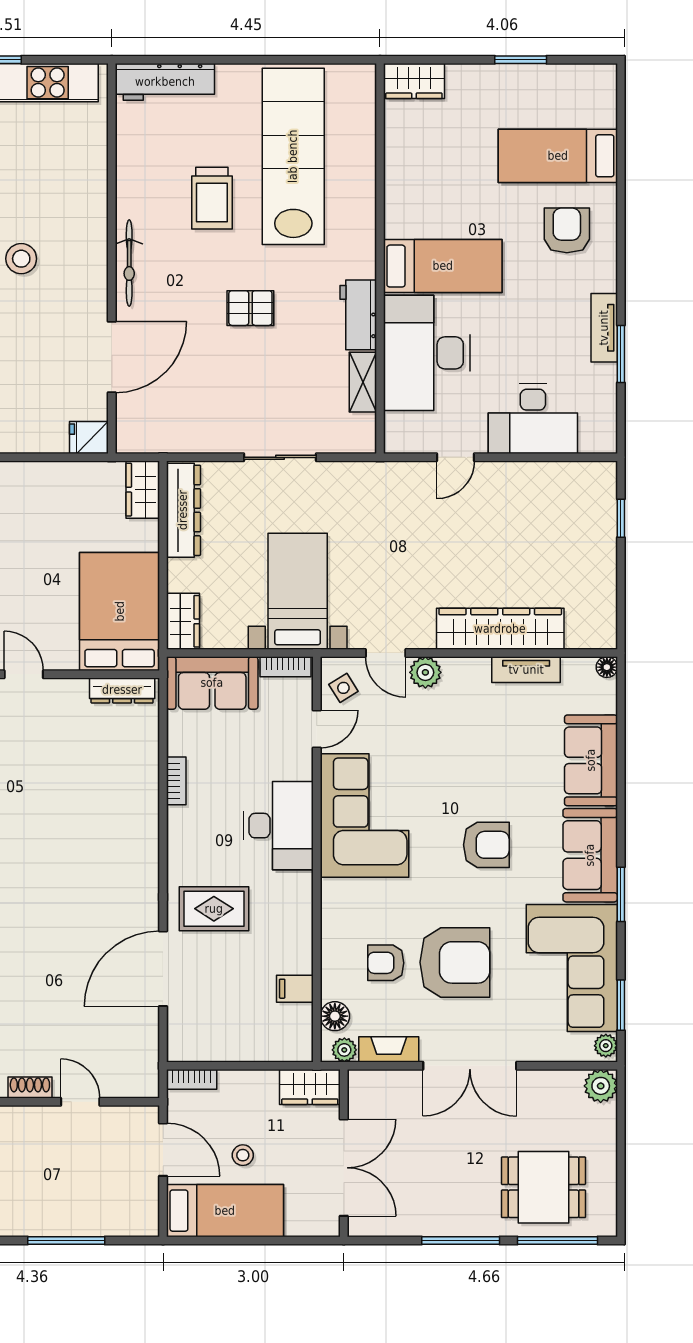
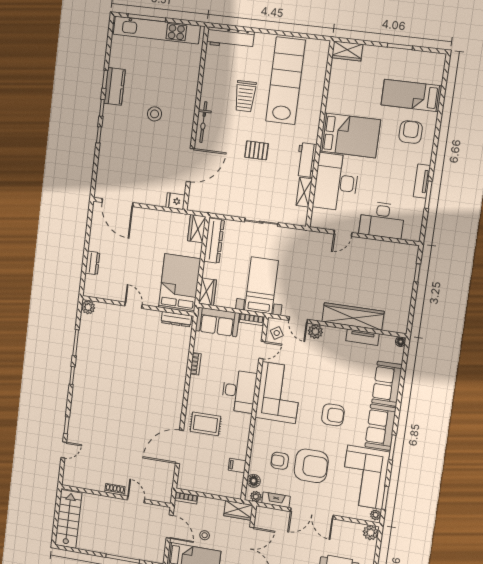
bed: (443, 266) -> (350, 135), width x1.50

